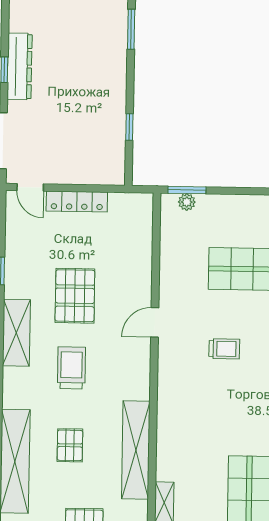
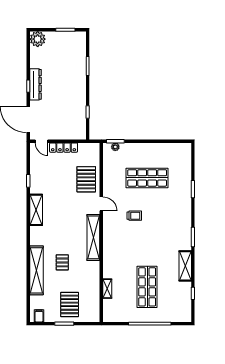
pallet: (75, 296) -> (86, 179), moved
door: (155, 322) -> (101, 204), swing flipped
trolley: (71, 368) -> (62, 226), removed
shelving: (136, 450) -> (93, 237), moved

